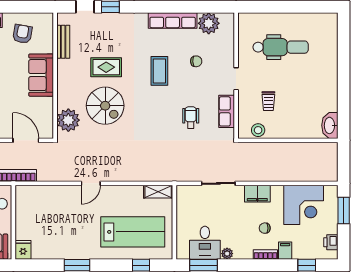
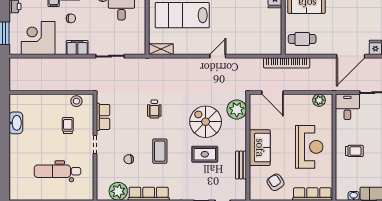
armchair: (22, 34) -> (276, 182), turned 137
bench: (63, 42) -> (241, 165), moved
wheelchair: (191, 118) -> (154, 109), moved
washbasin: (330, 125) -> (16, 123), moved

